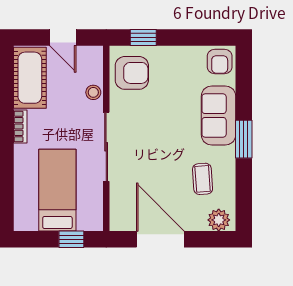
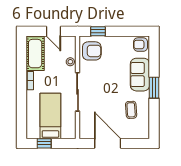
armchair: (220, 61) -> (141, 45), turned 90
plant: (219, 220) -> (140, 133), removed
window: (71, 239) -> (44, 143), moved

